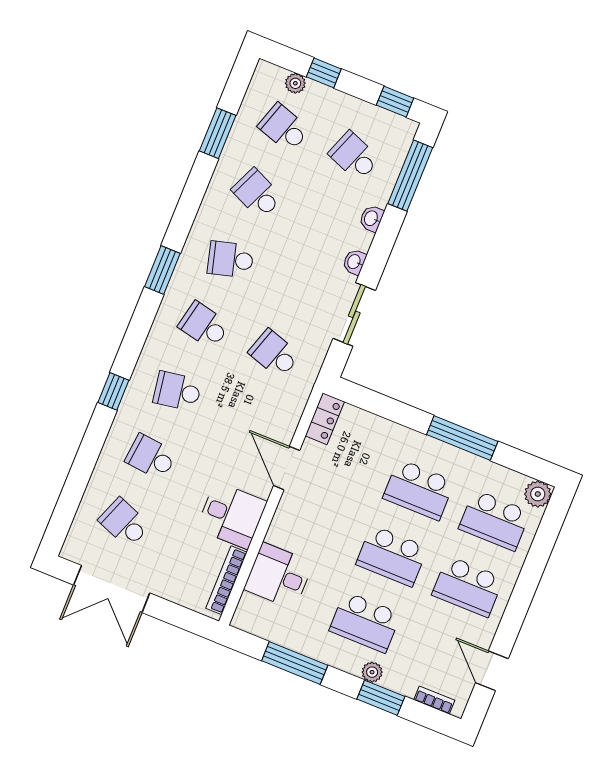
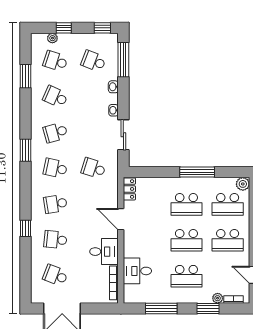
window: (113, 391) -> (26, 228), moved
plant: (372, 672) -> (218, 298), moved

